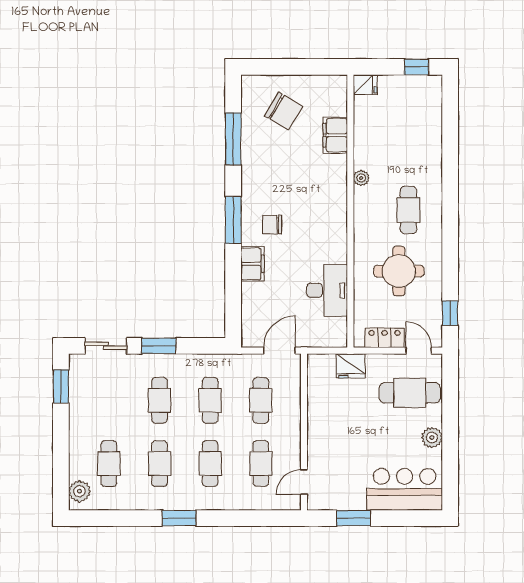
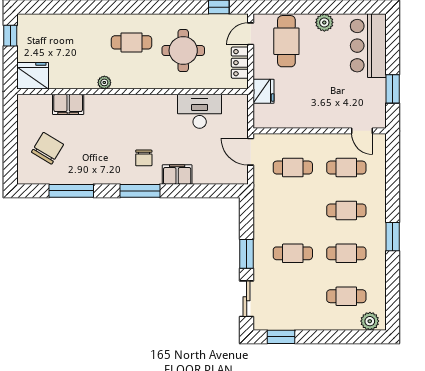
fridge: (365, 85) -> (33, 76), width x1.88, depth x1.34
cafe table: (210, 400) -> (293, 210), removed

